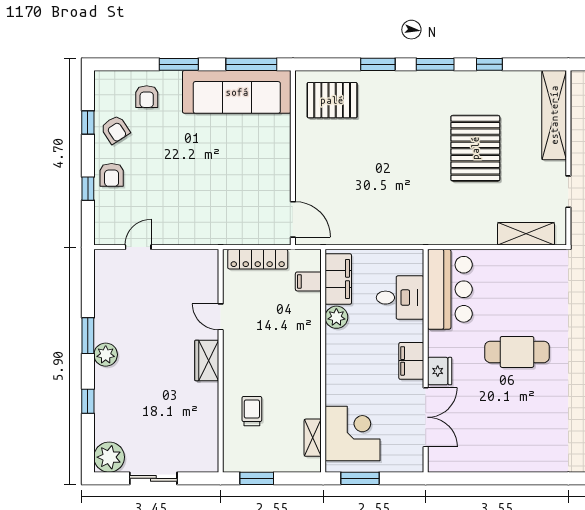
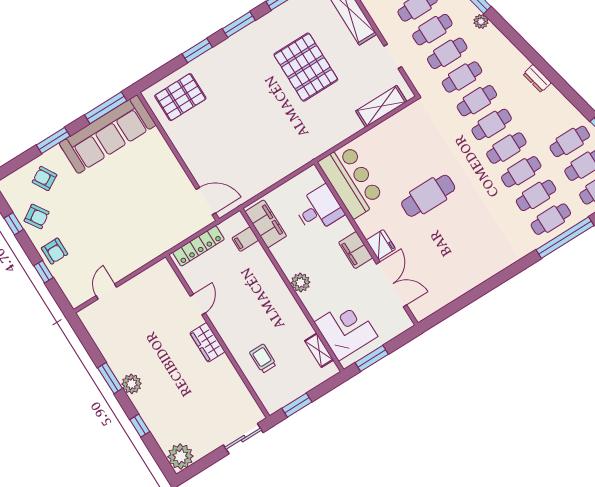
armchair: (147, 97) -> (45, 178), turned 150
door: (221, 317) -> (198, 304), swing flipped
plant: (336, 317) -> (301, 282), moved
sliding door: (153, 478) -> (243, 439), moved

